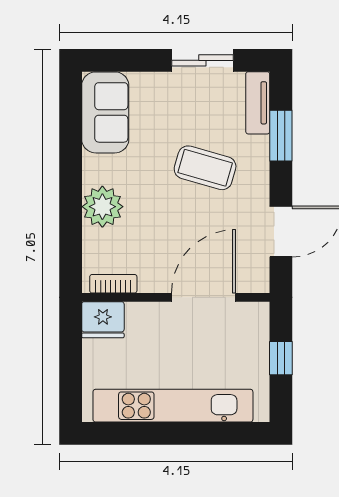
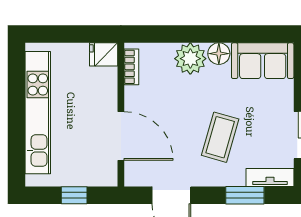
floor lamp: (96, 169) -> (219, 54), added
fridge: (103, 320) -> (104, 54), width x0.72

